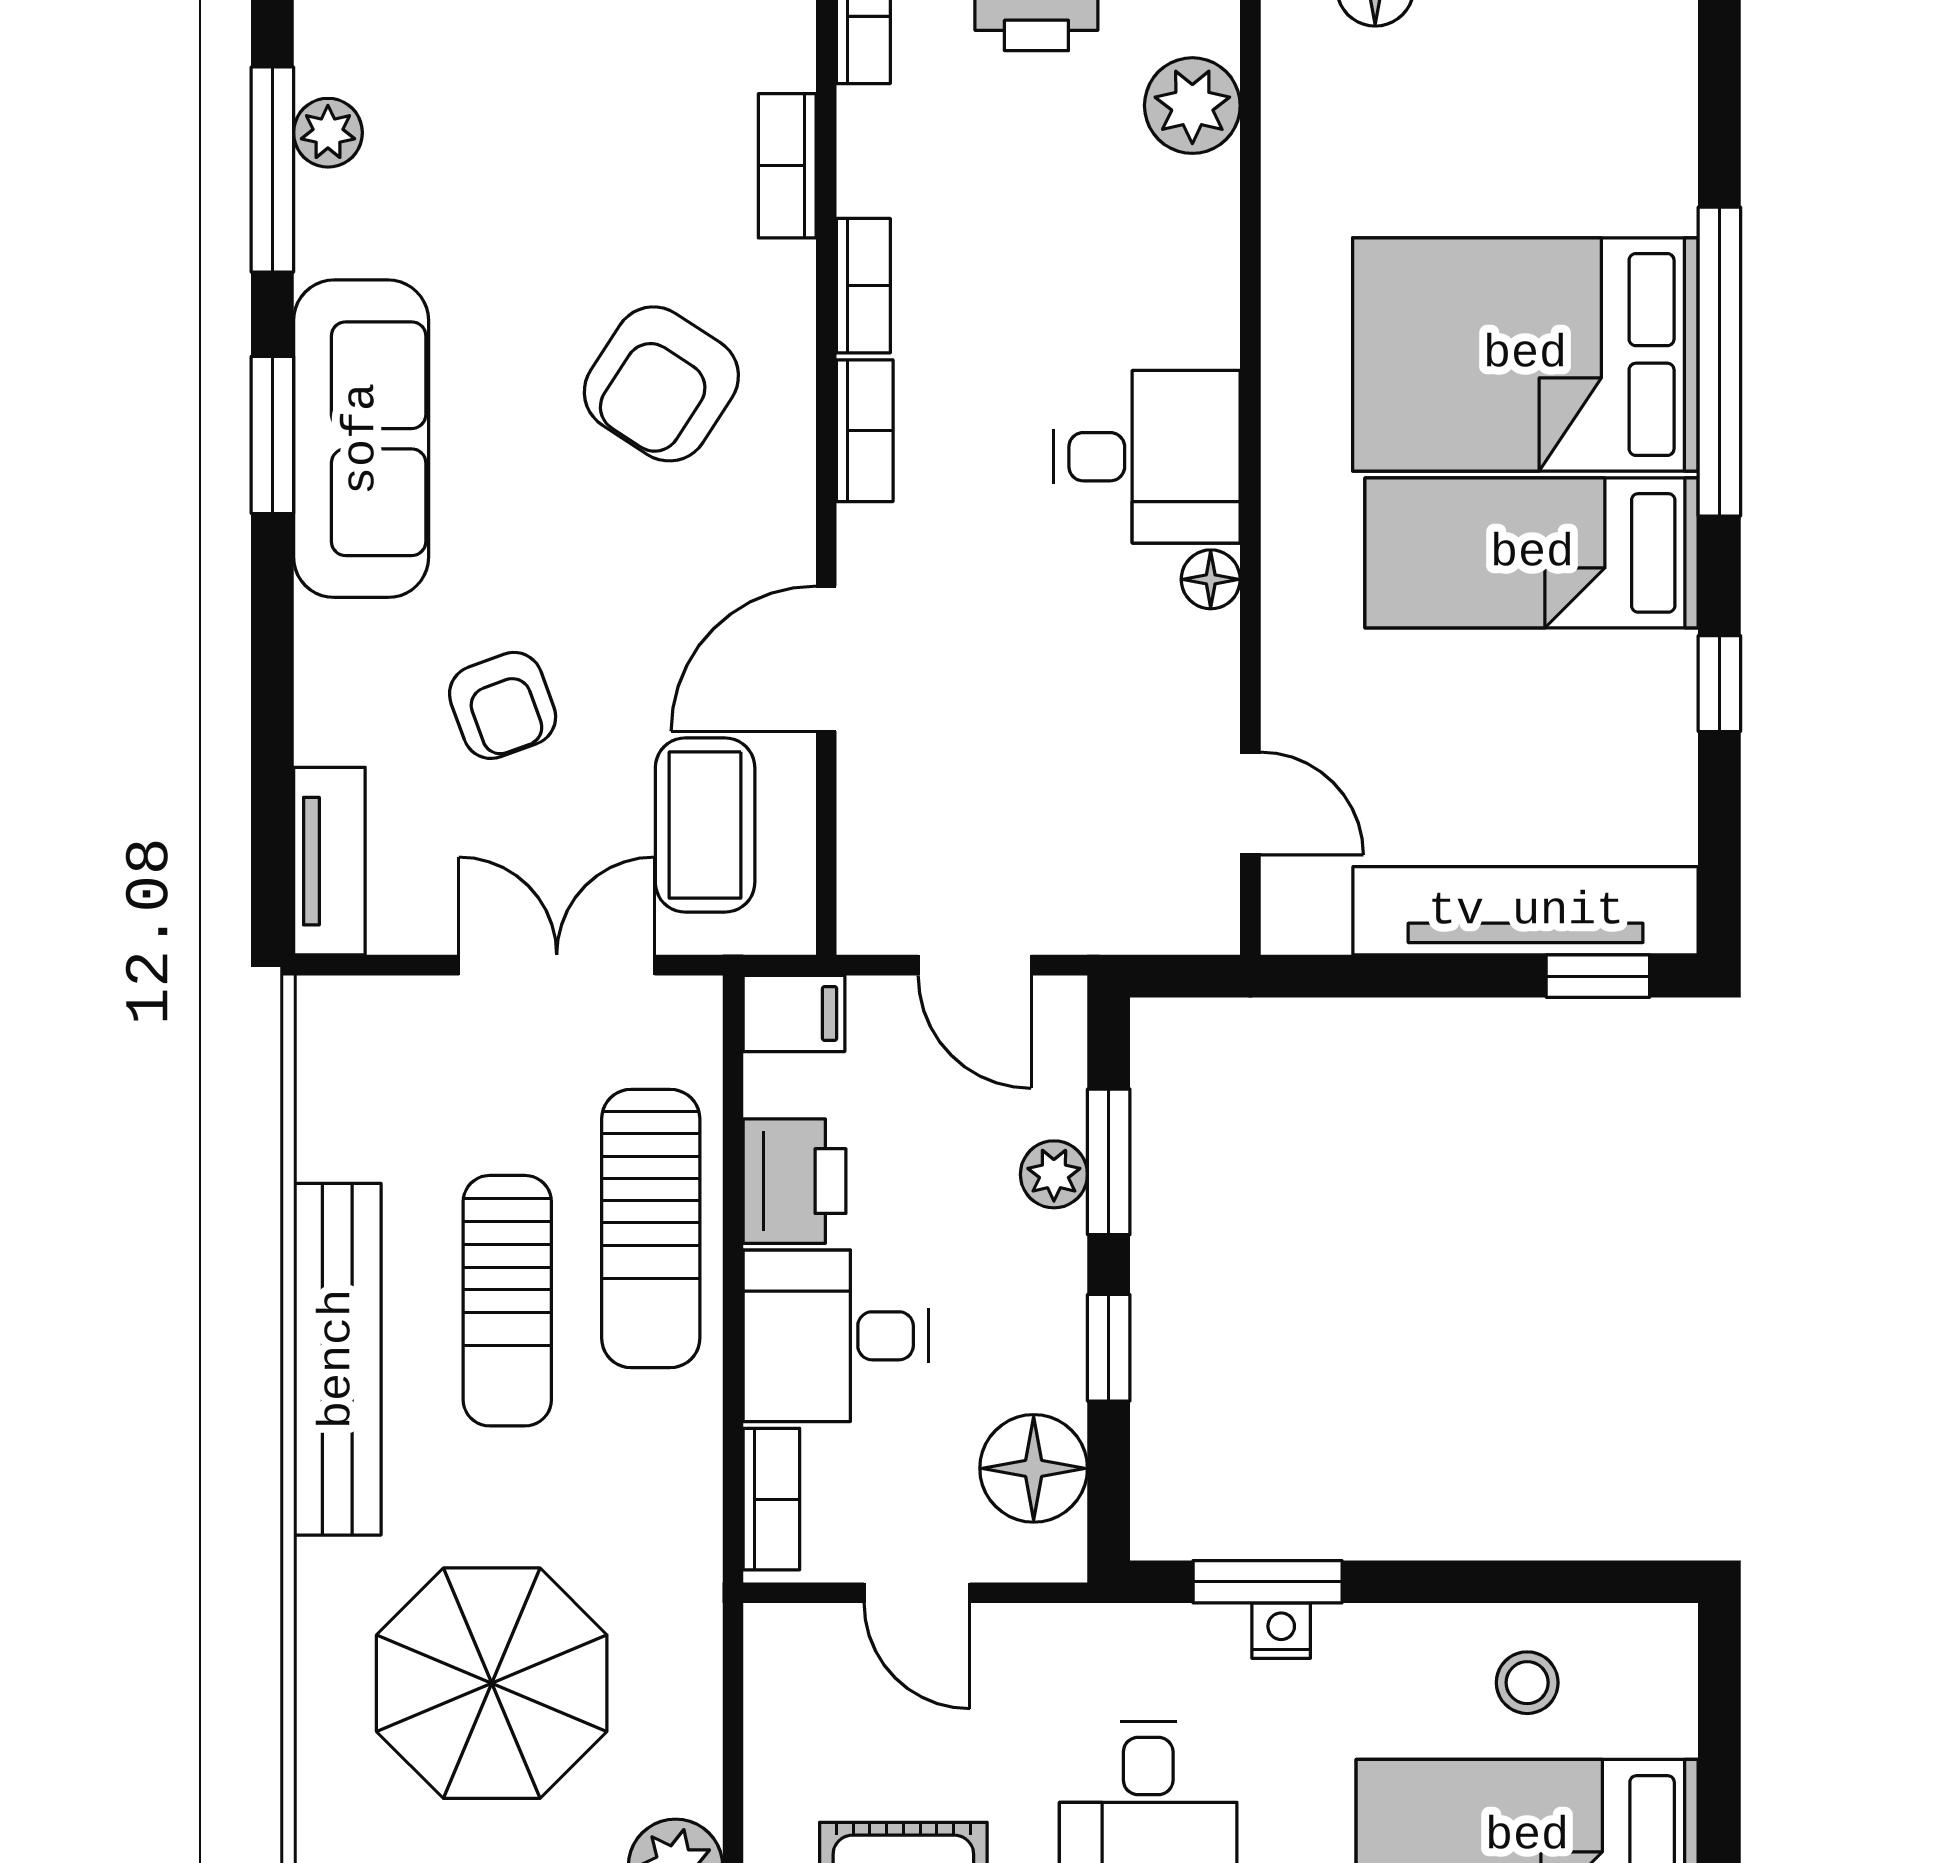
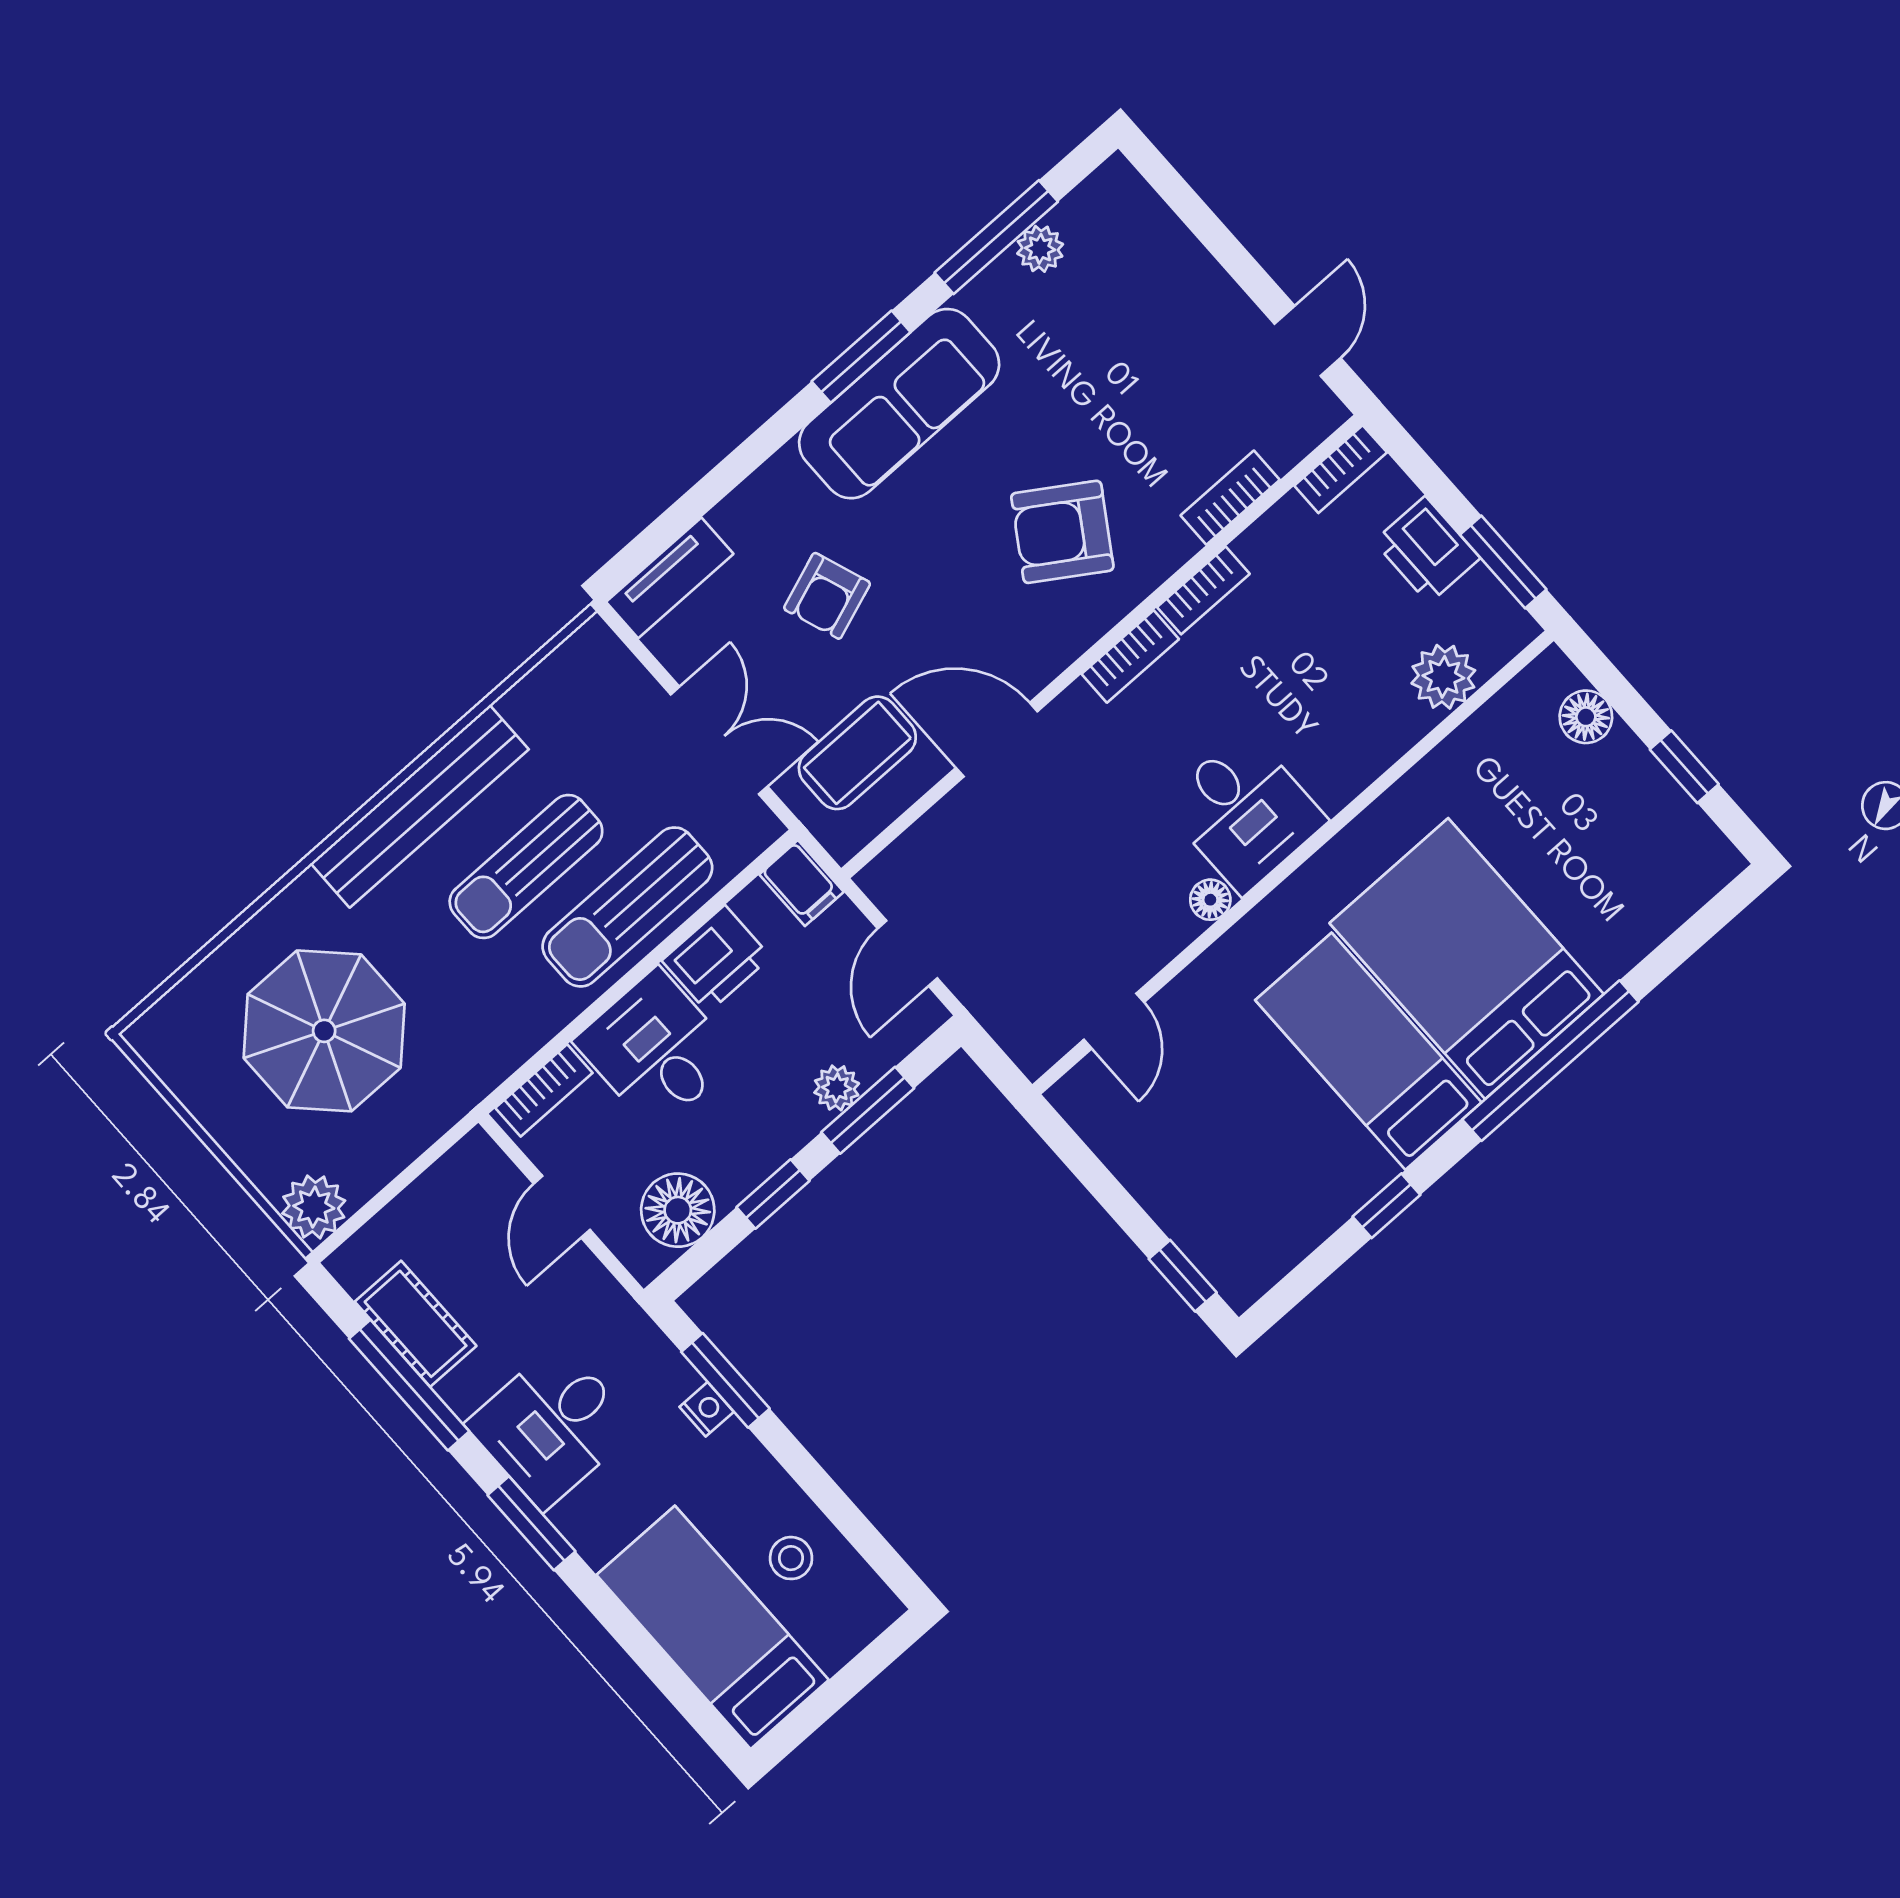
tv unit: (1526, 911) -> (1183, 1209), removed

